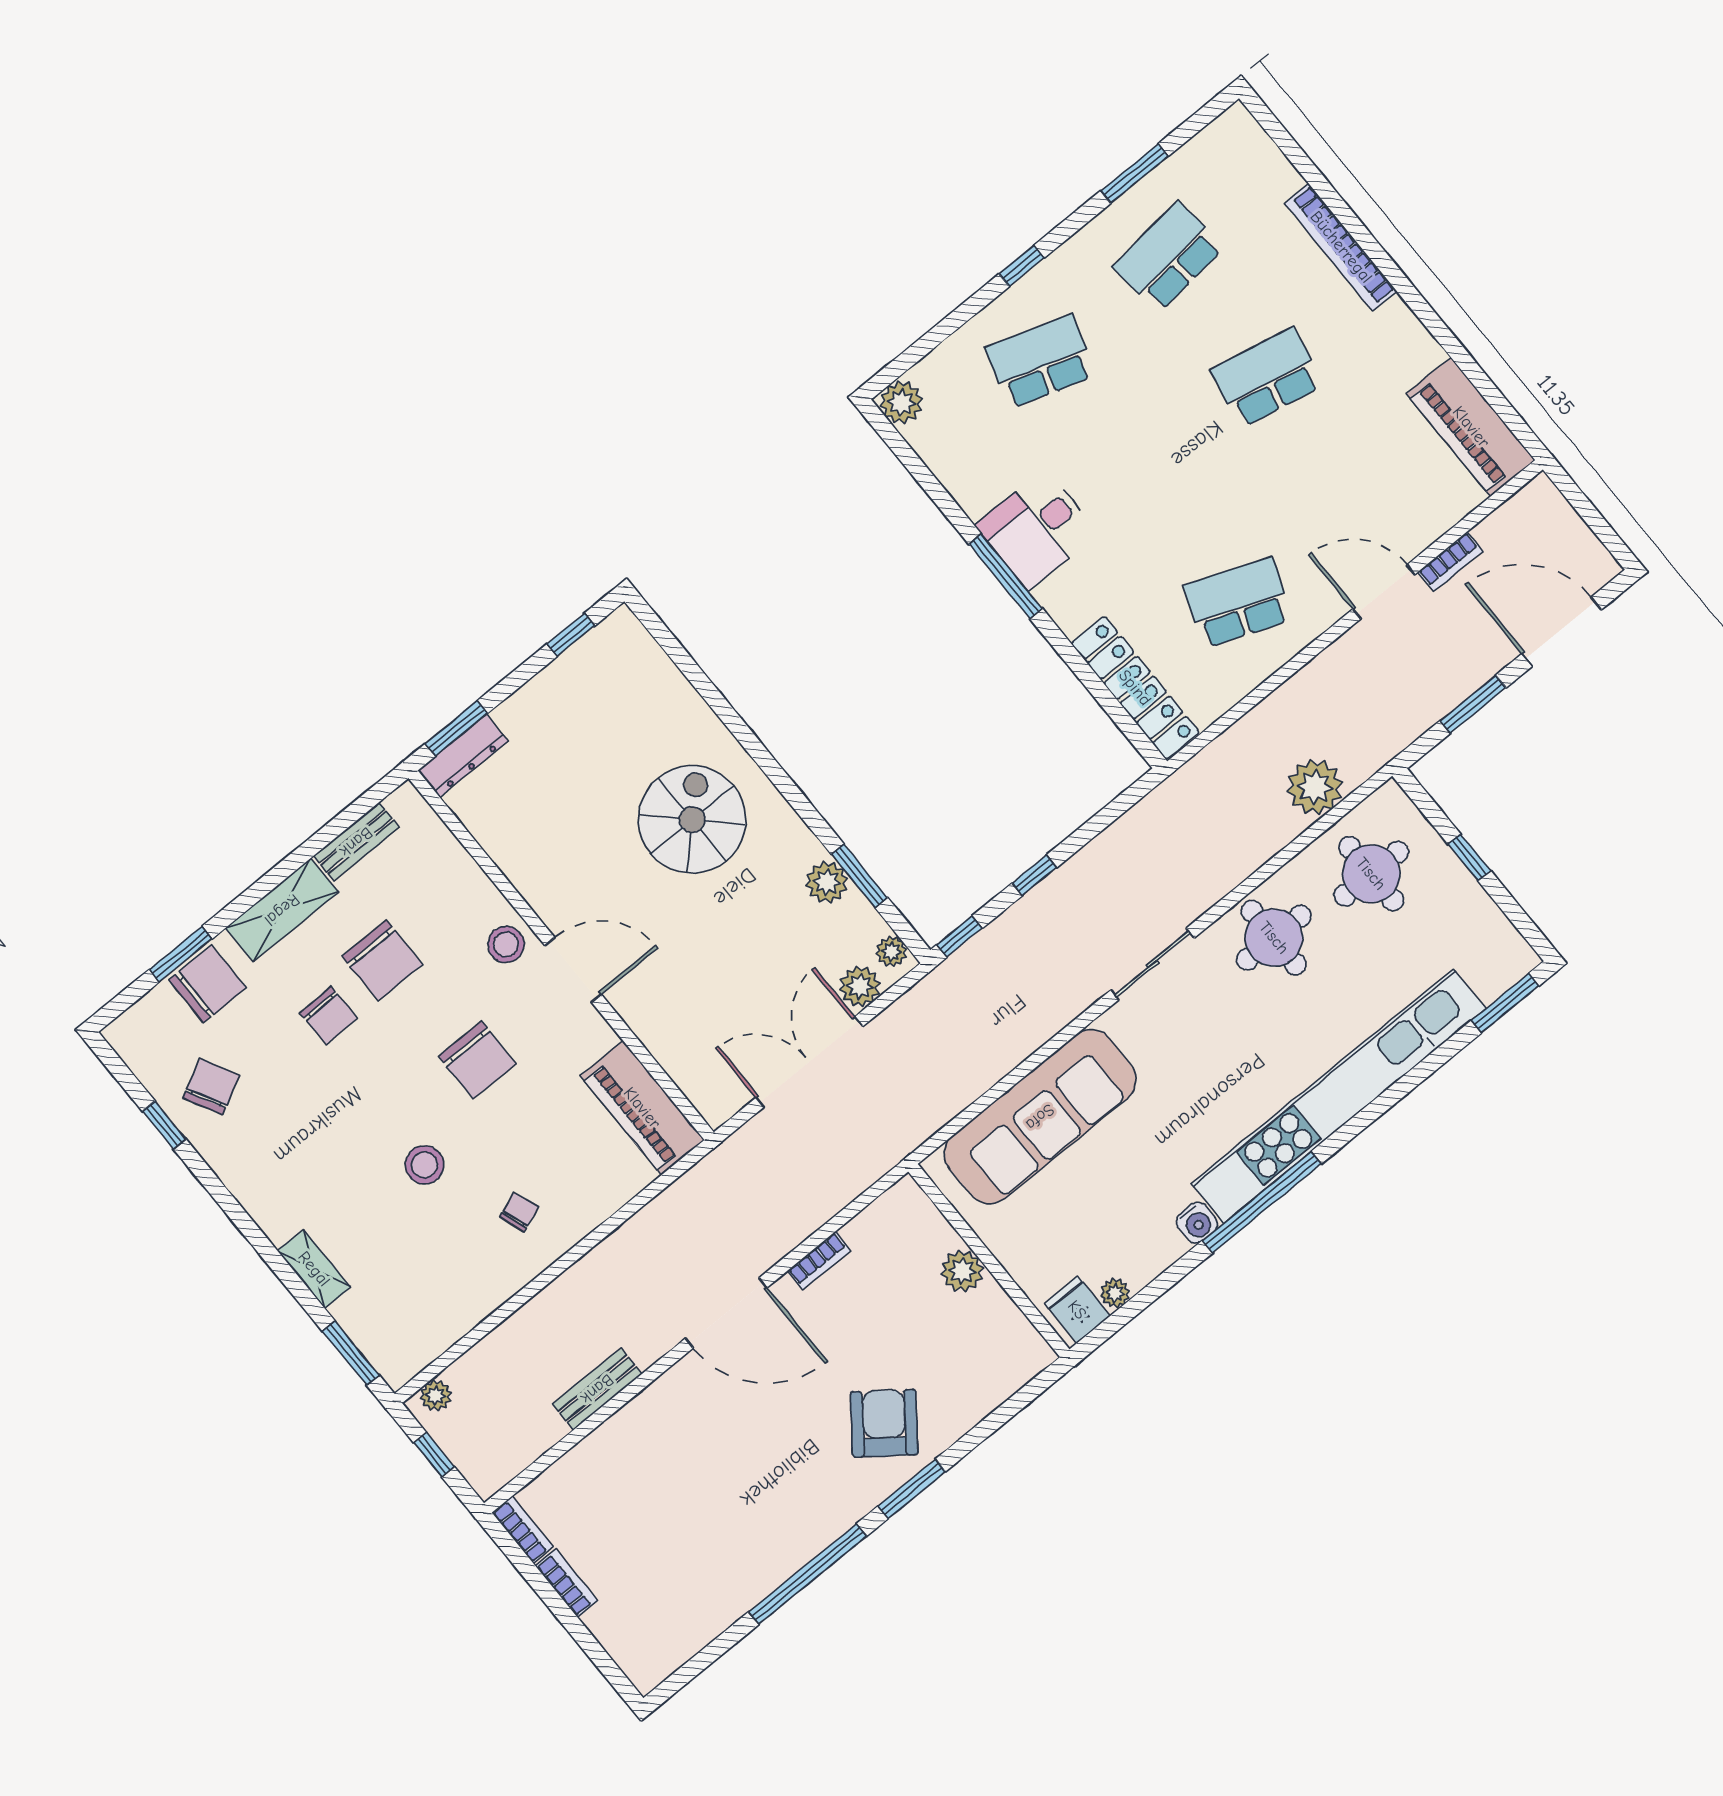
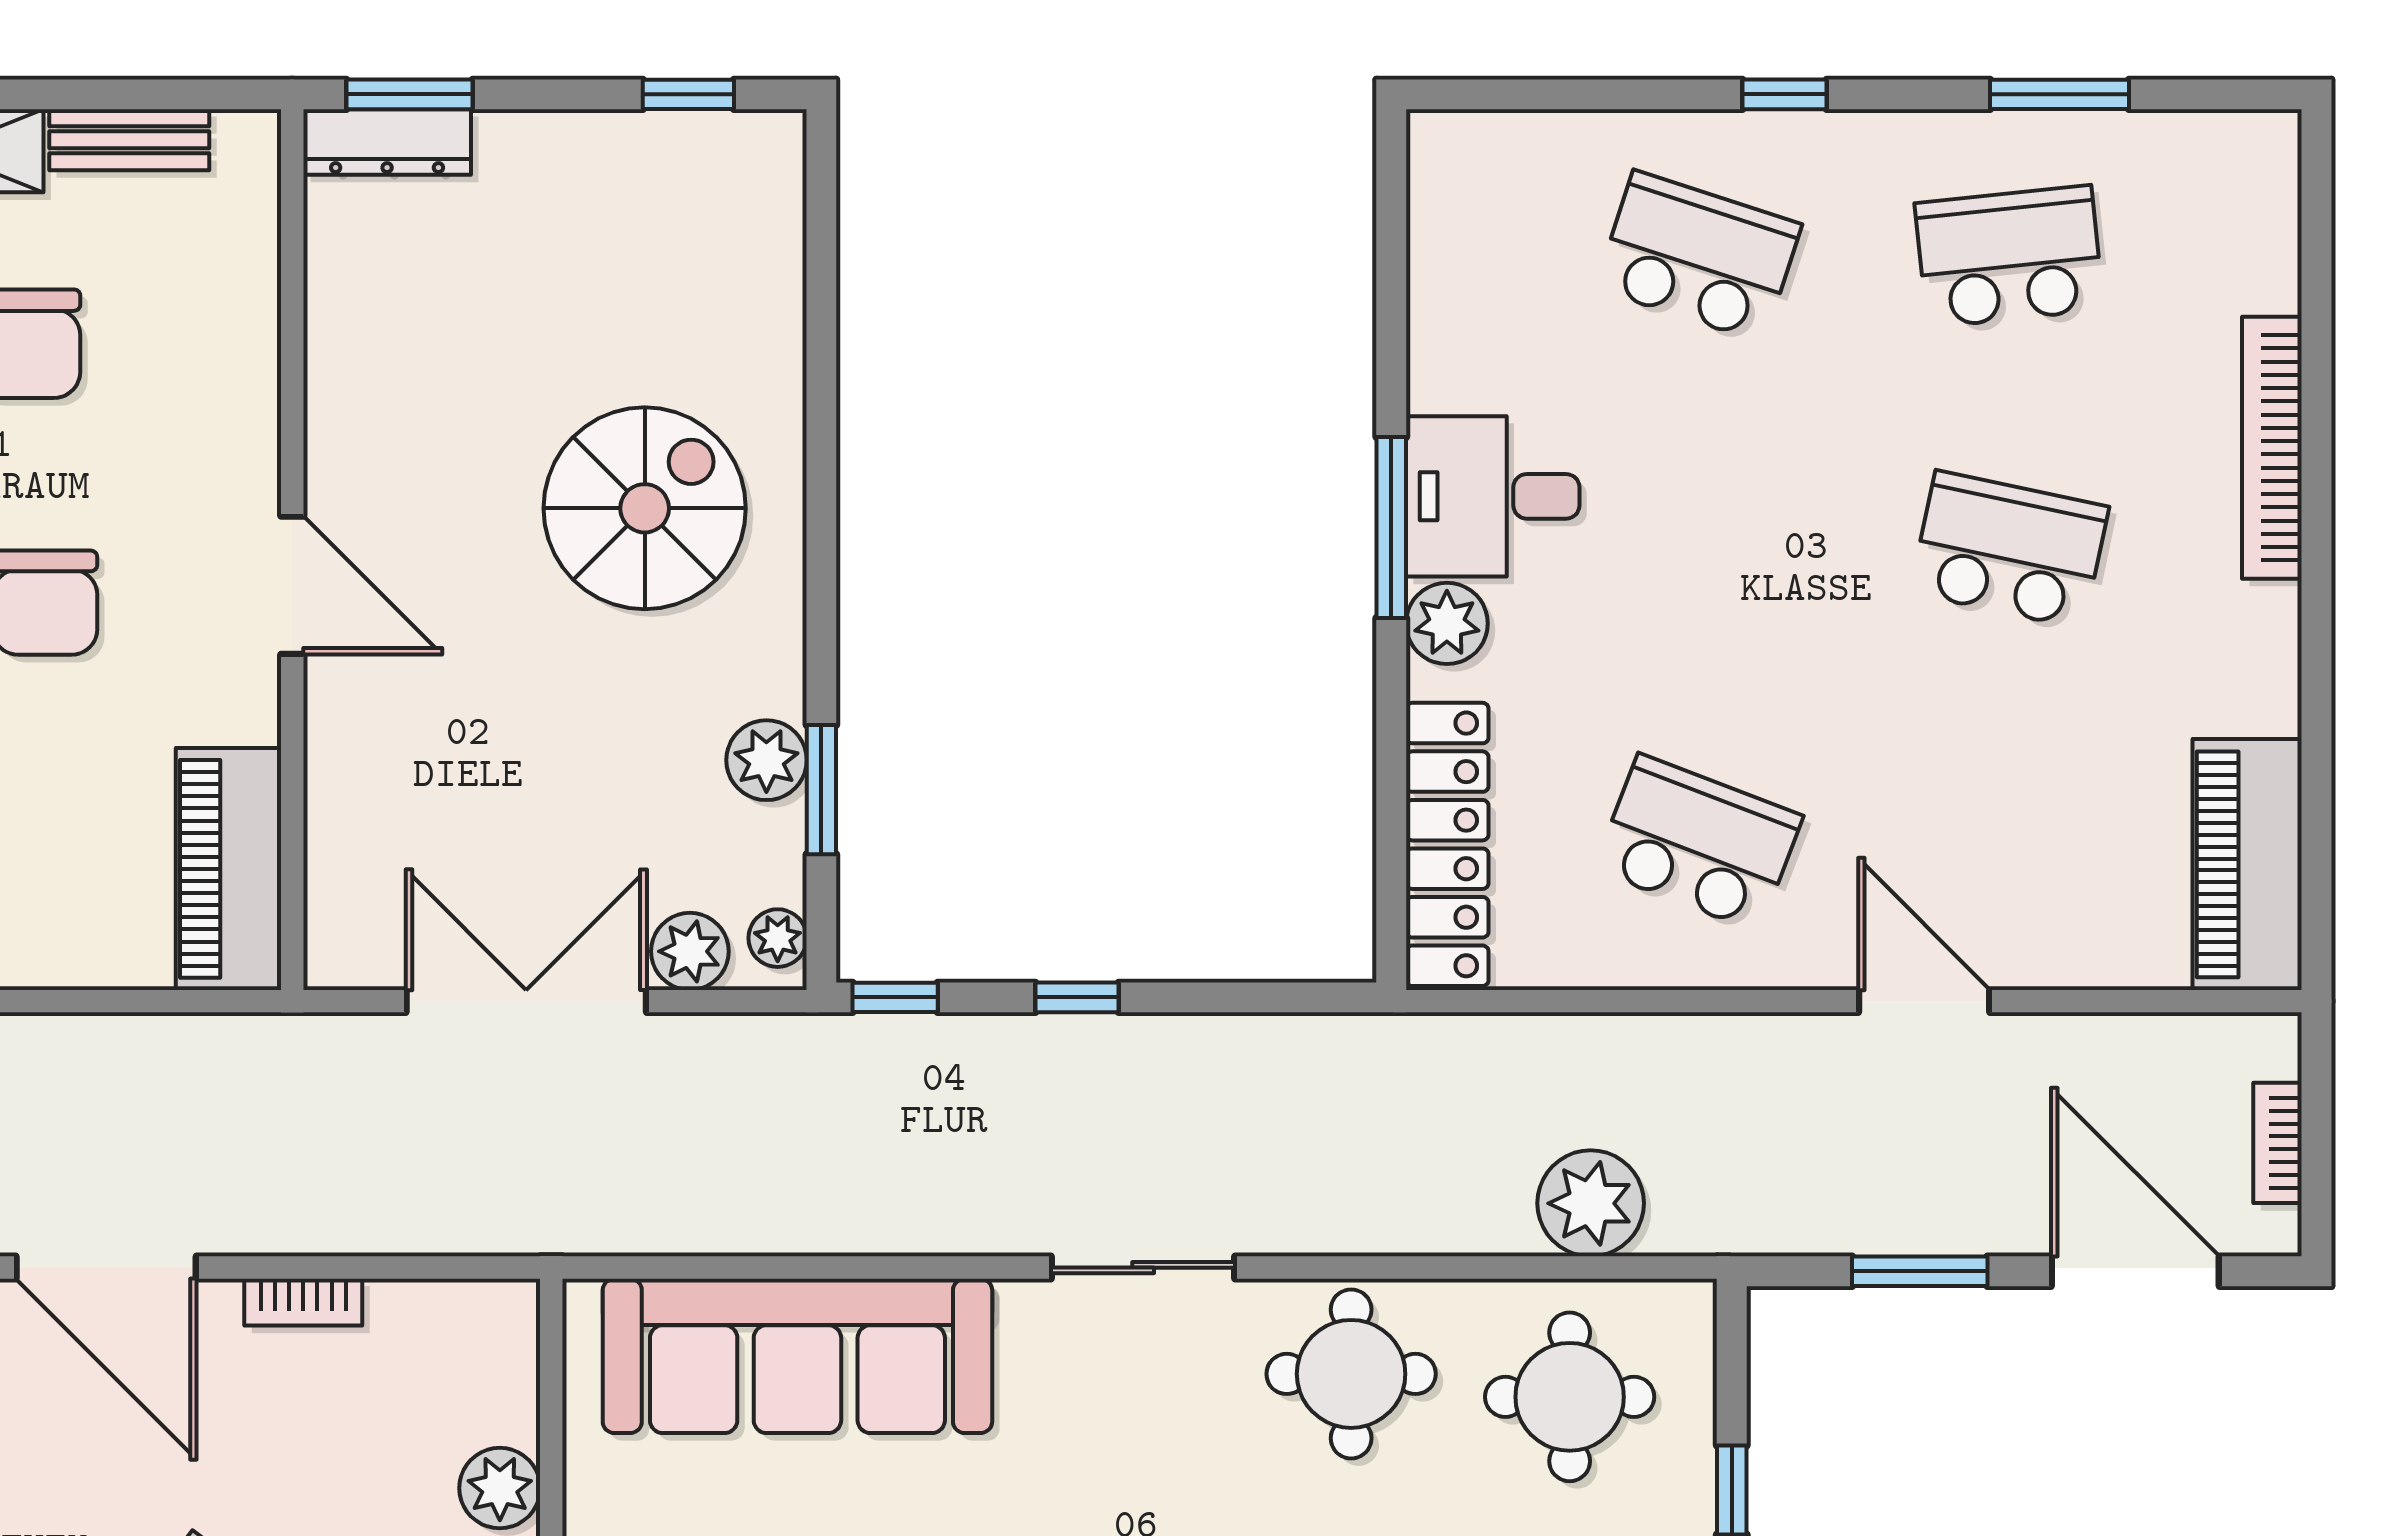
plant: (901, 402) -> (1447, 623), moved
bookcase: (1450, 562) -> (2278, 1143), moved, turned 90
stool: (506, 944) -> (225, 468), removed

